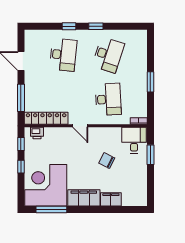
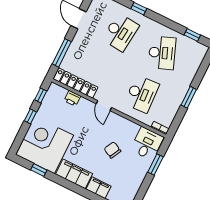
window: (96, 26) -> (192, 35), moved
desk: (108, 55) -> (162, 53), turned -39
printer: (37, 133) -> (72, 98), moved
window: (51, 210) -> (39, 170), width x0.46

